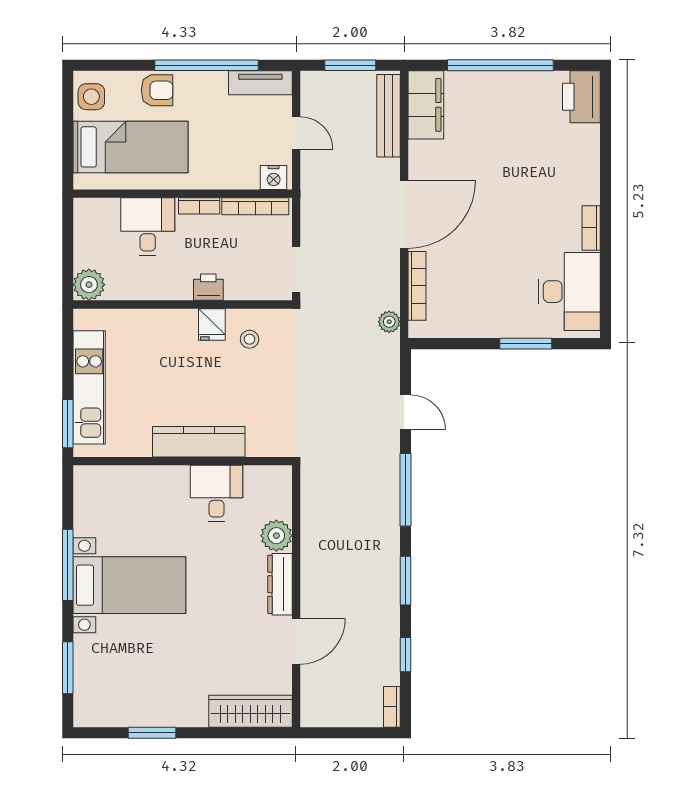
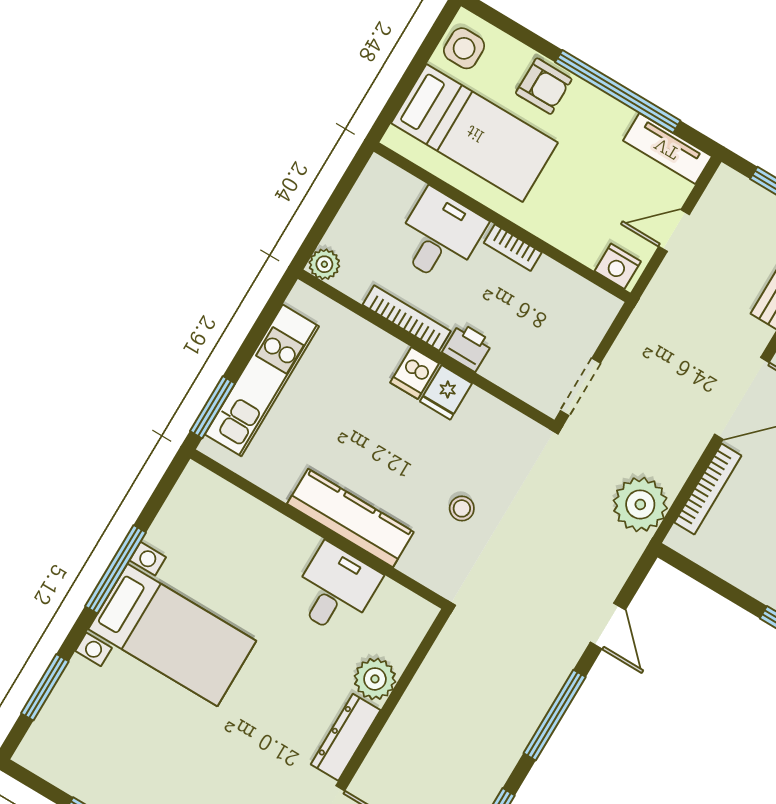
door: (296, 133) -> (674, 230), swing flipped
bookcase: (255, 206) -> (407, 318), moved, turned 180
plant: (89, 285) -> (324, 264), width x0.73, depth x0.73
plant: (389, 322) -> (640, 504), width x1.87, depth x1.87
dishwasher: (184, 324) -> (415, 373), added
stool: (250, 339) -> (462, 508), moved

